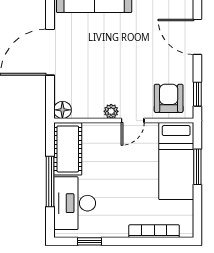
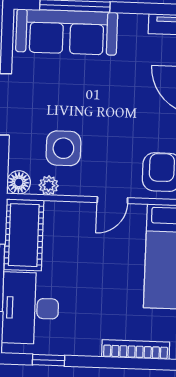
side table: (95, 83) -> (63, 148), added
plant: (111, 111) -> (49, 185), moved

